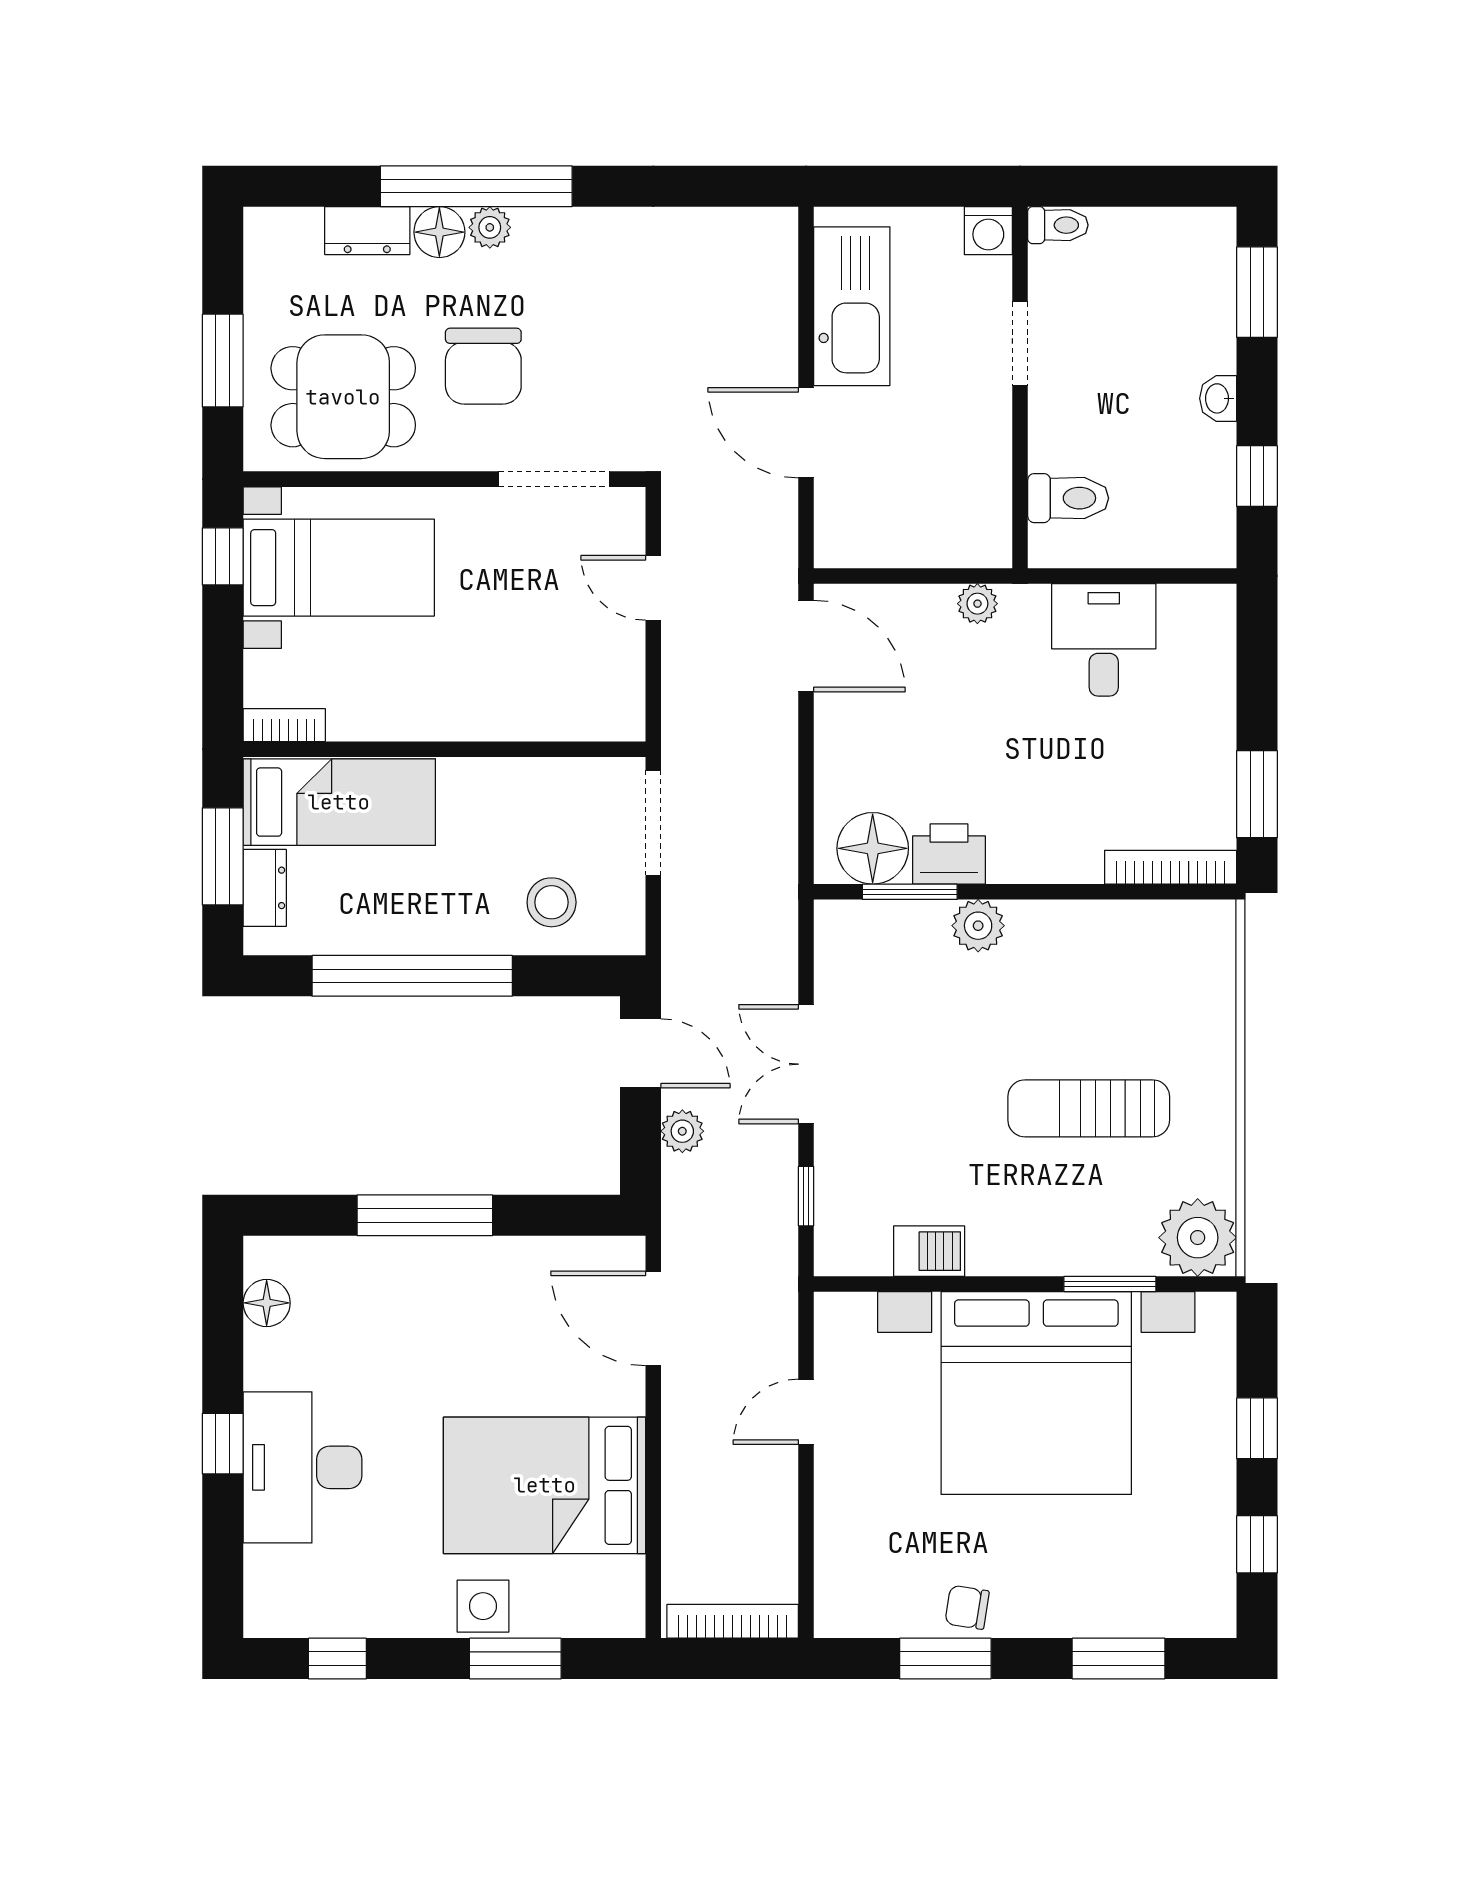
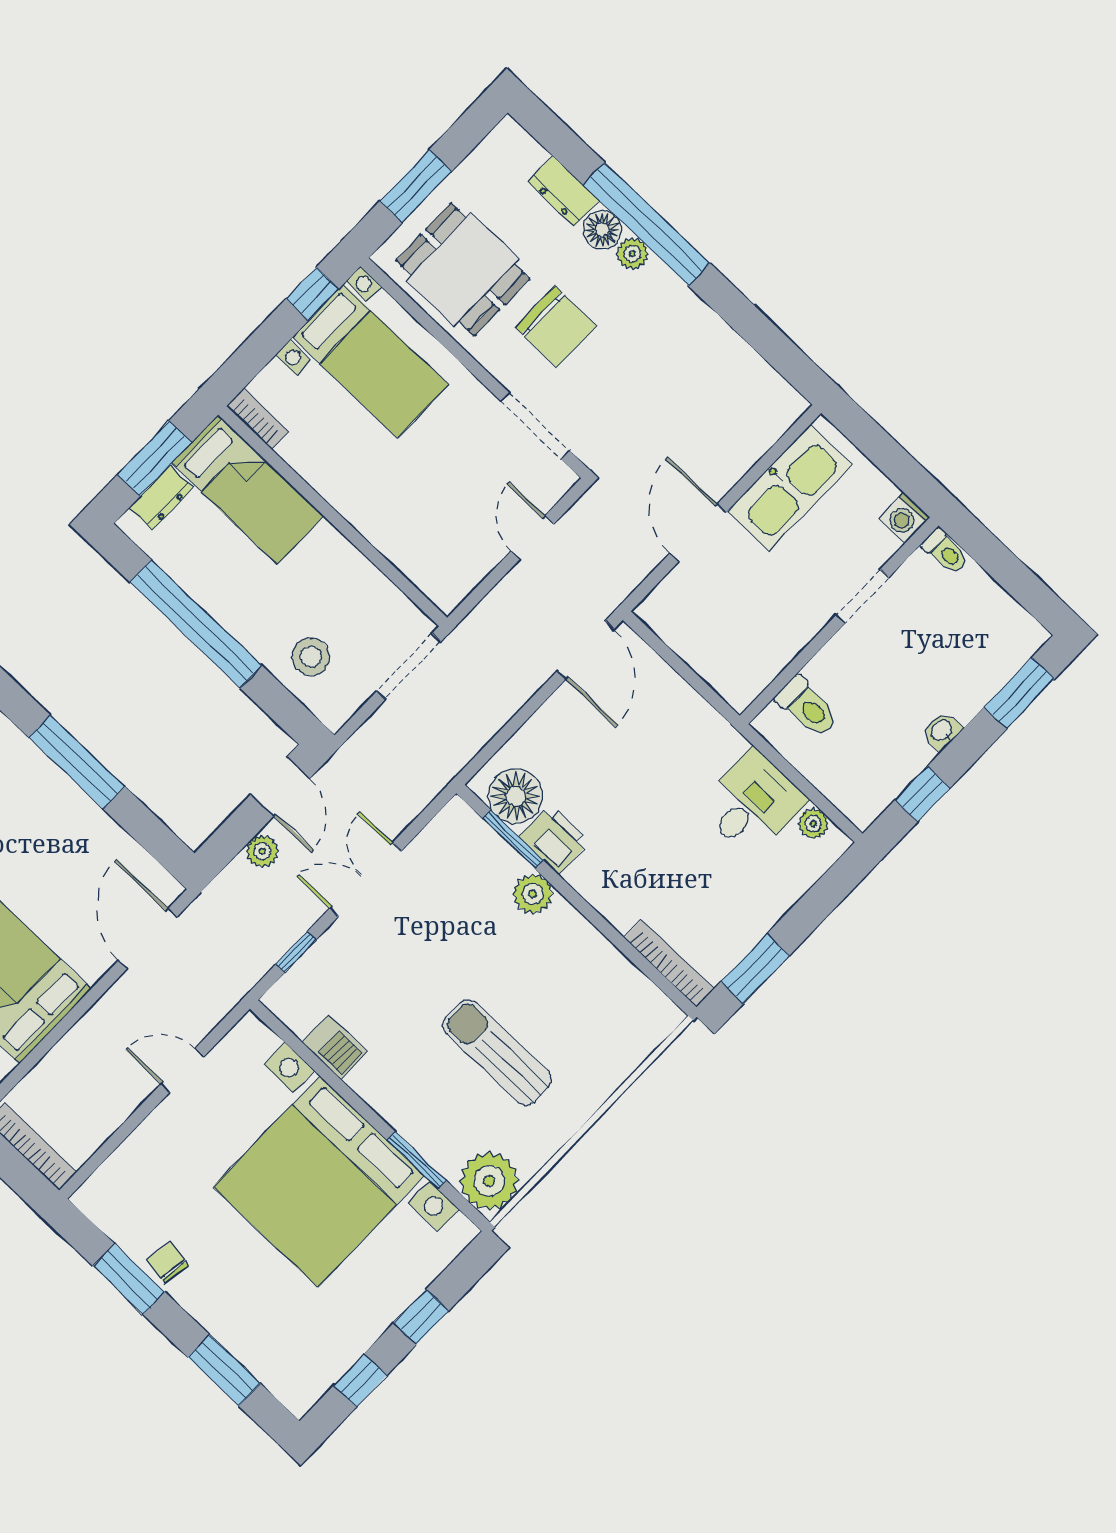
chair: (483, 366) -> (556, 326), turned -90
plant: (977, 604) -> (813, 824), moved

